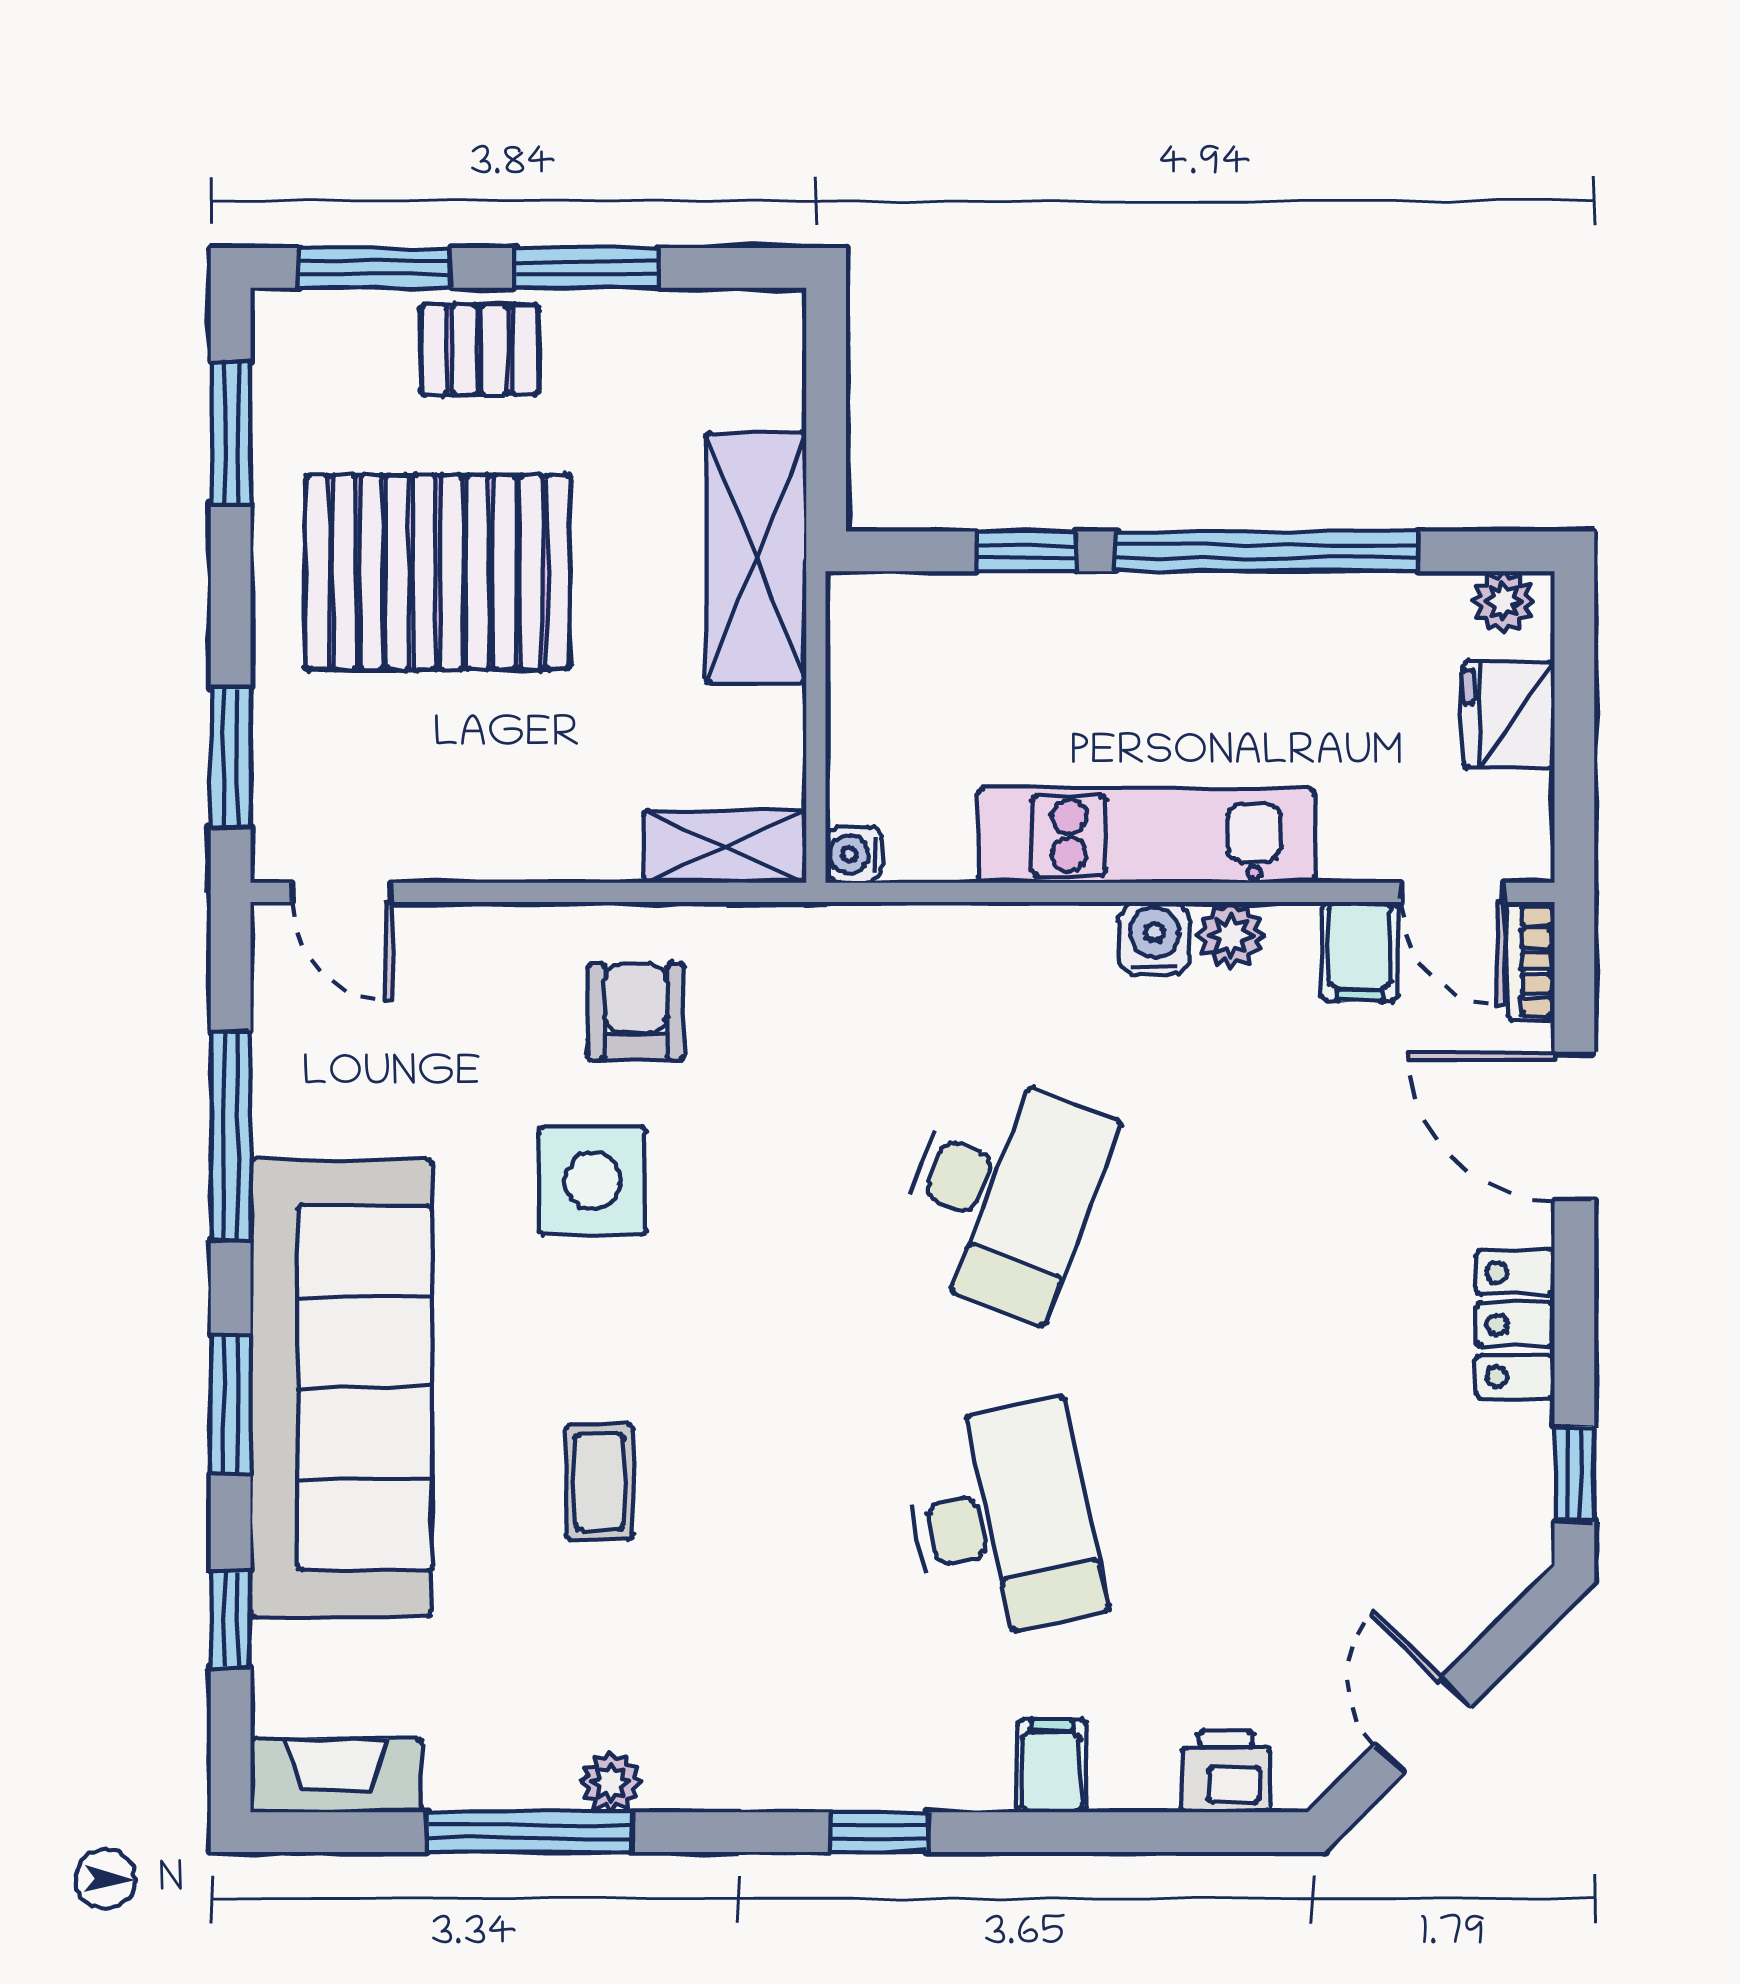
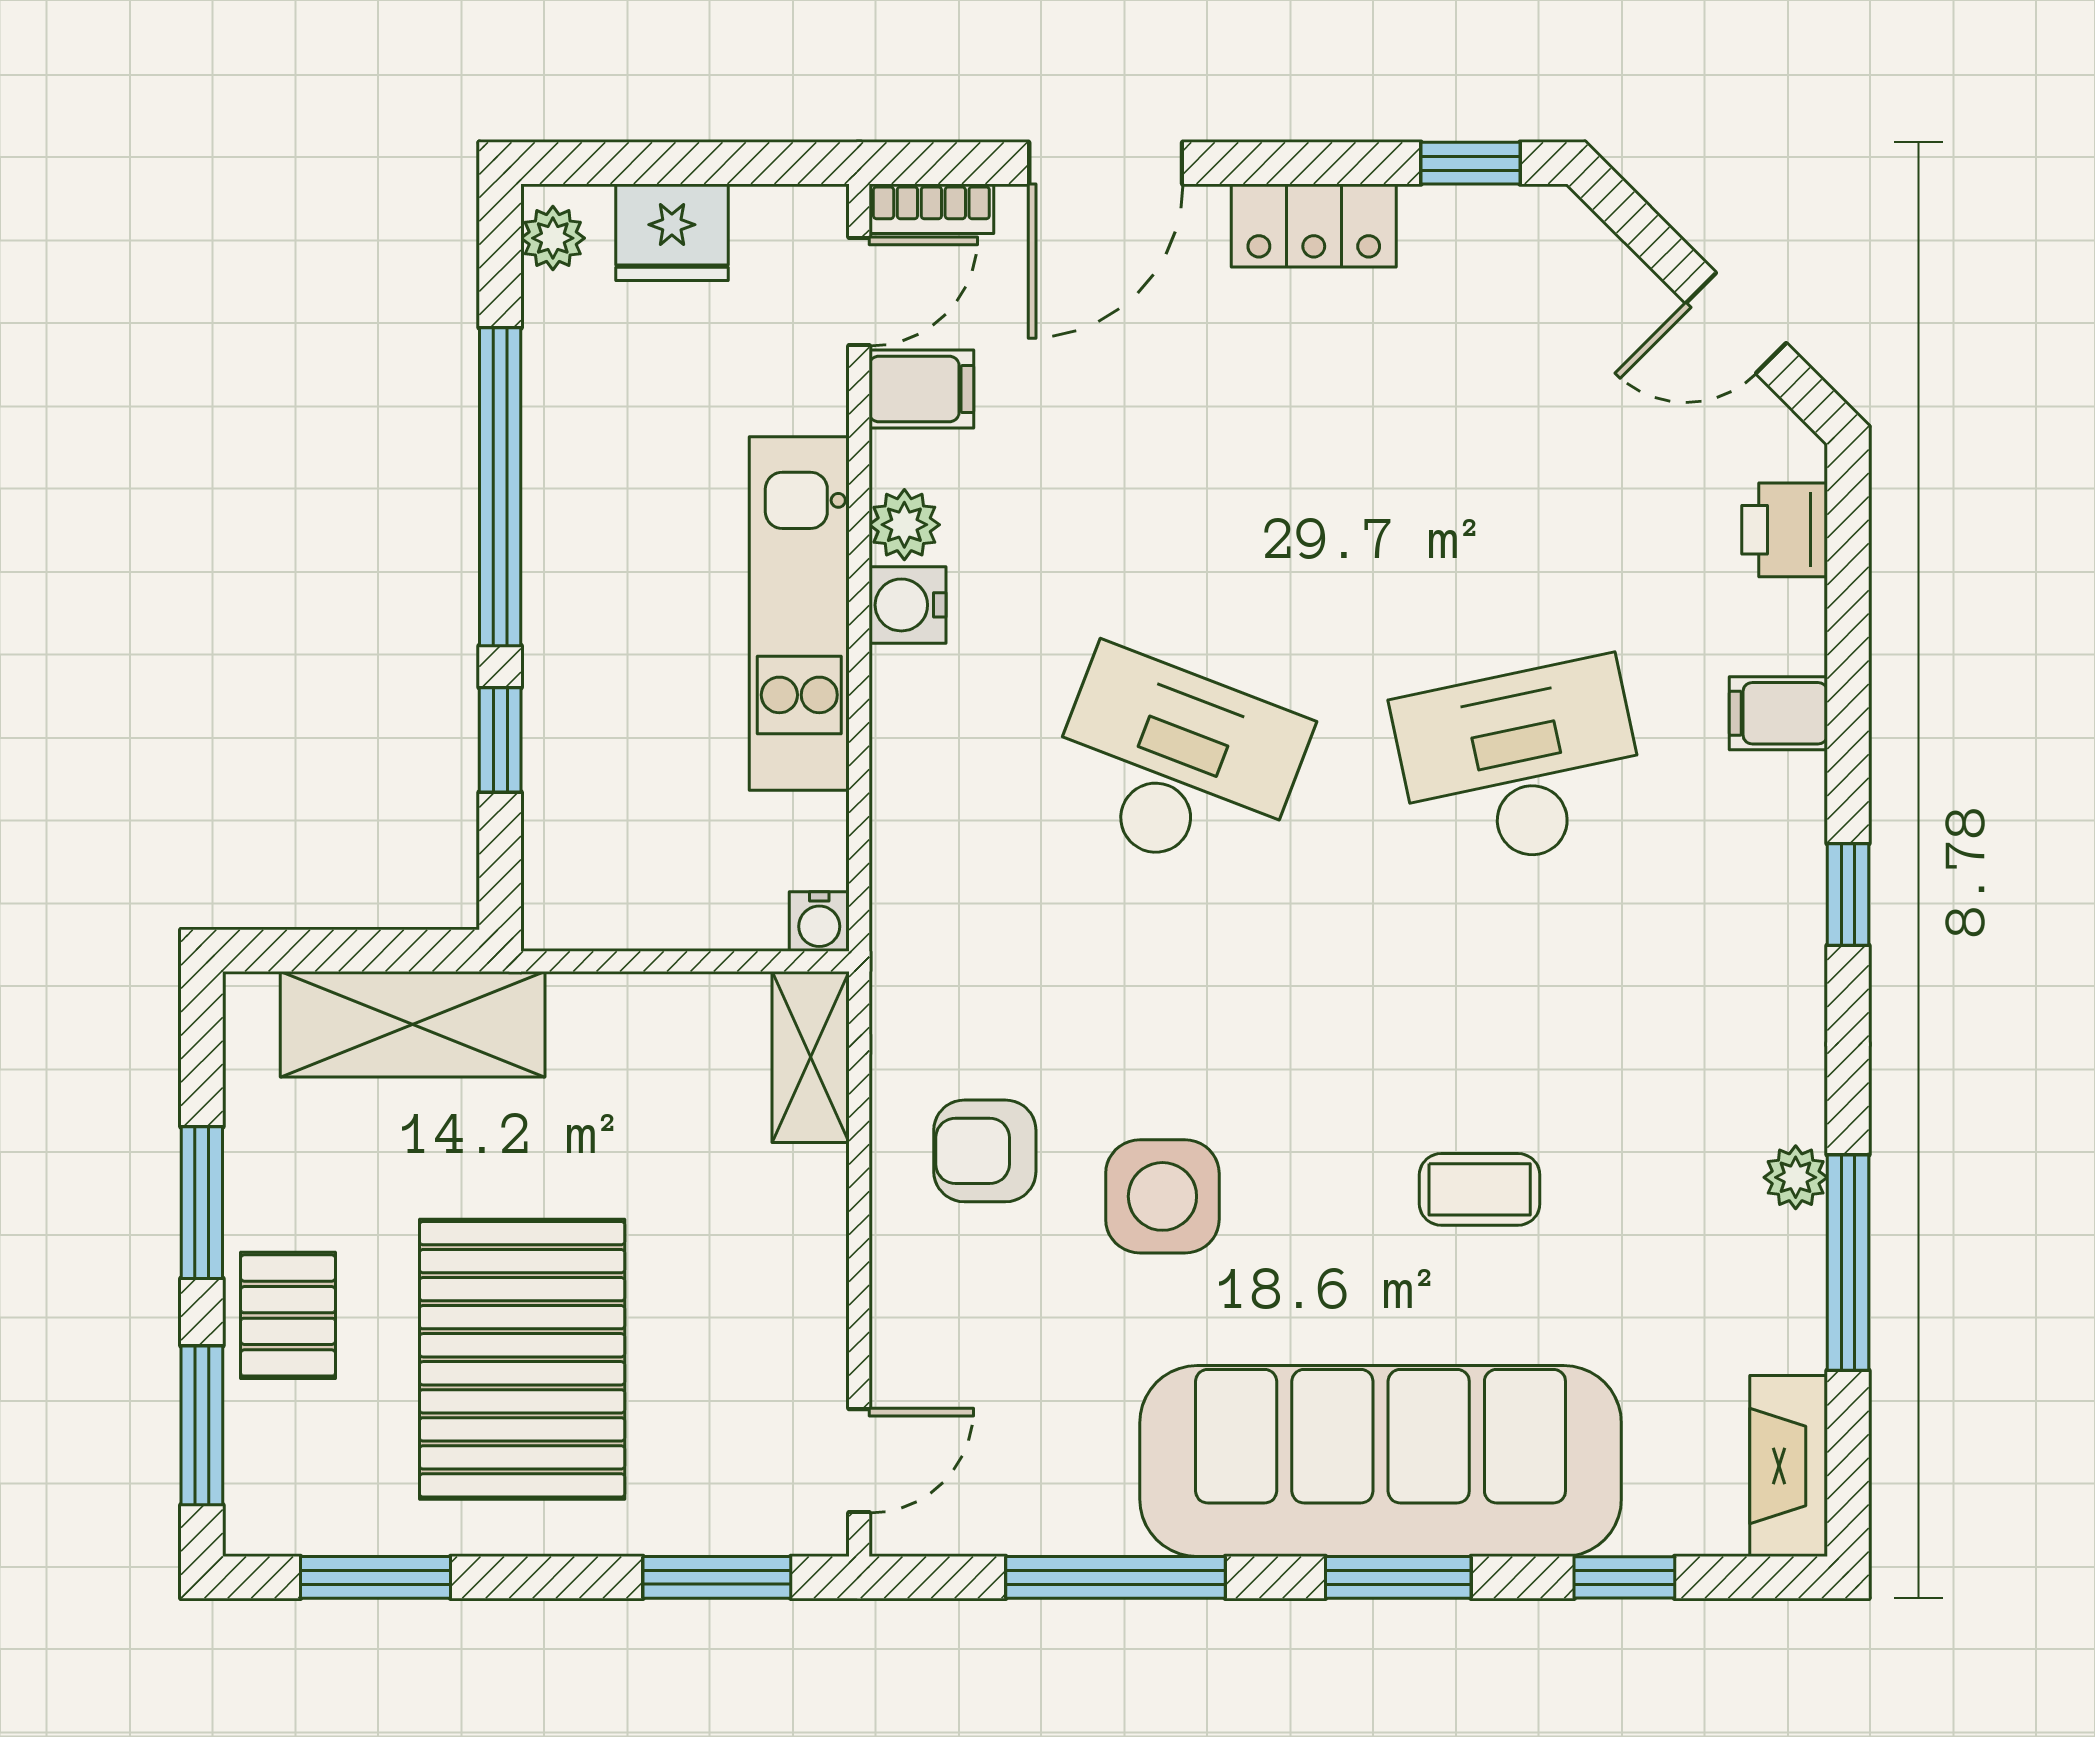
shelving: (756, 558) -> (413, 1024), moved

